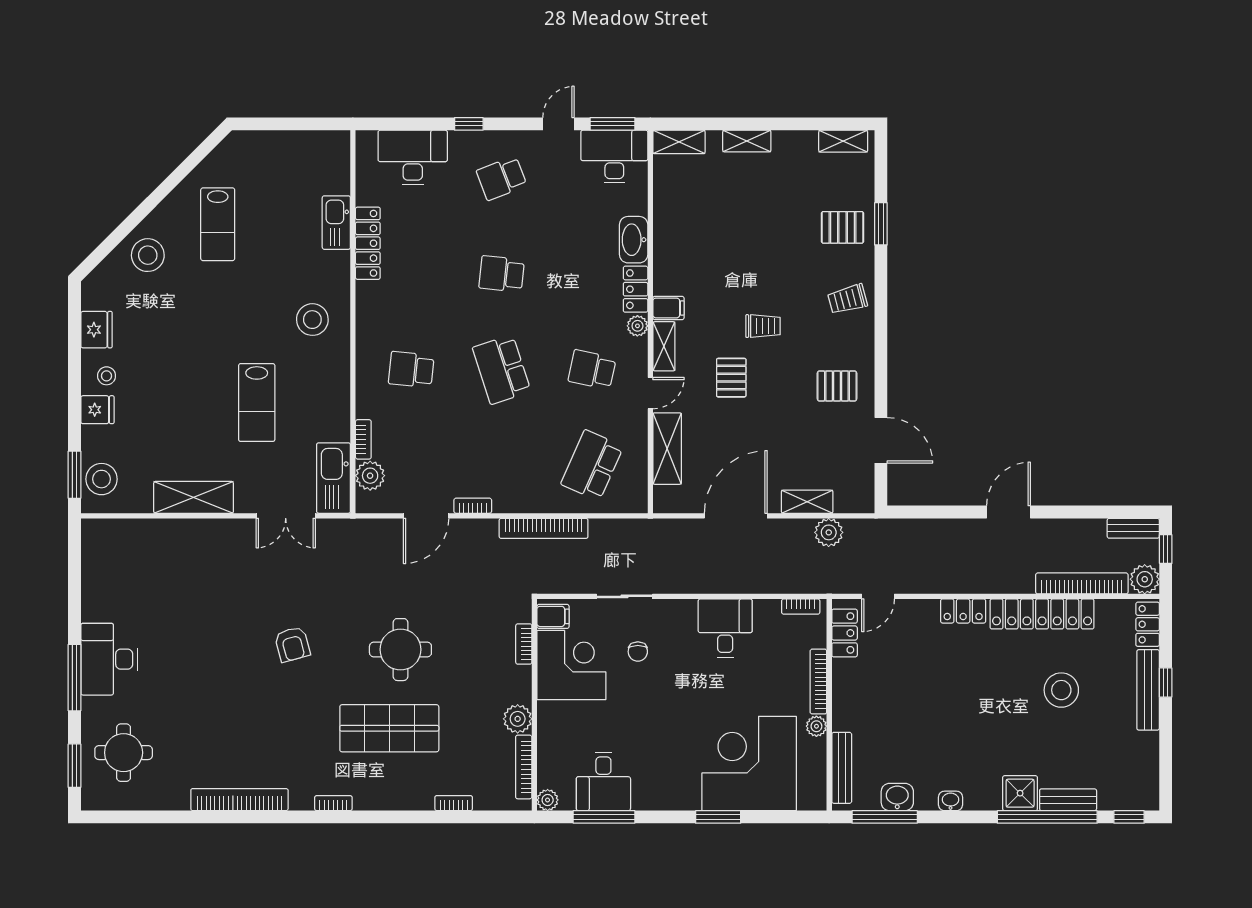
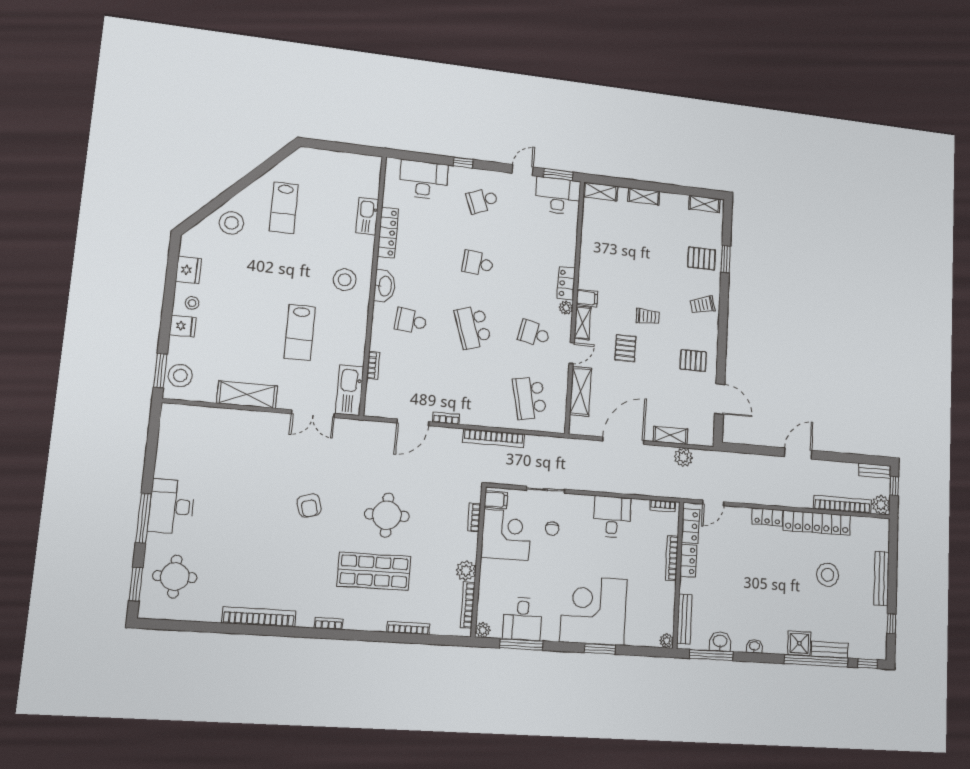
washbasin: (634, 240) -> (385, 286), moved, turned 180
school desk: (592, 465) -> (530, 398), turned -36
plant: (370, 476) -> (376, 391), removed
locker: (1148, 624) -> (688, 561), moved, turned 180
window: (1166, 683) -> (891, 624), moved
plant: (816, 726) -> (667, 641), moved
corner desk: (749, 763) -> (593, 610), moved
bookcase: (454, 803) -> (408, 628), width x1.56

